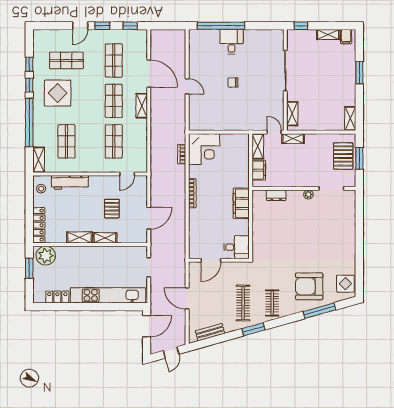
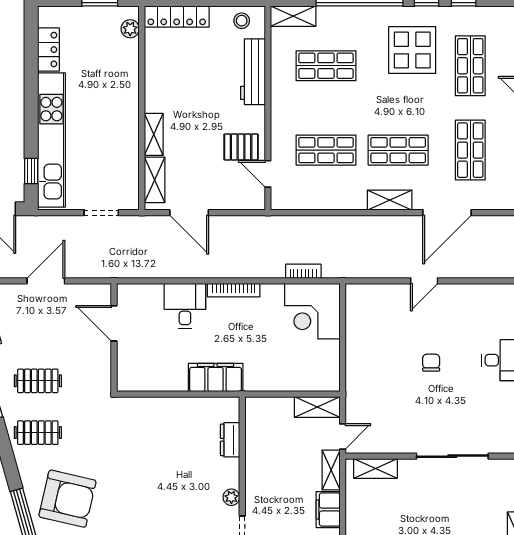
shop shelf: (114, 60) -> (470, 150), turned 90
filing cabinet: (259, 170) -> (328, 510), moved, turned 90
pallet: (112, 209) -> (241, 147), moved
shelving: (79, 237) -> (155, 180), moved
desk: (237, 247) -> (185, 306), moved, turned 180
plant: (46, 256) -> (130, 29), width x0.53, depth x0.53
armchair: (309, 286) -> (67, 499), turned 103
clothes rail: (243, 303) -> (38, 381), width x0.73
window: (125, 307) -> (31, 171), added

